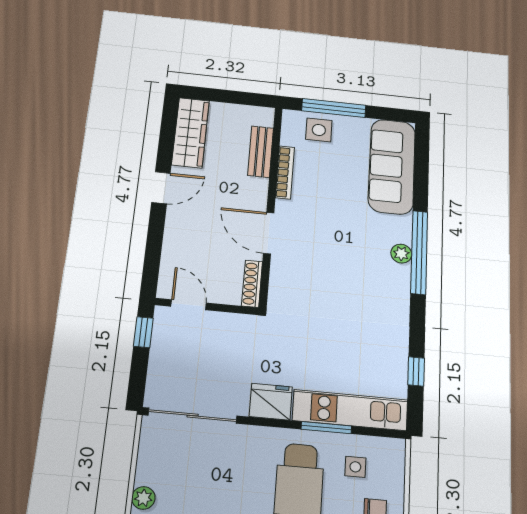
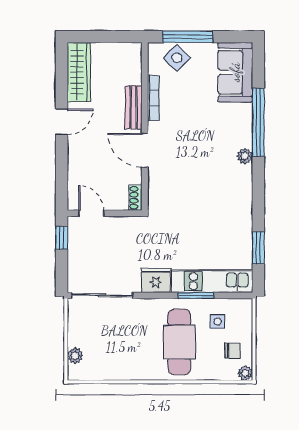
side table: (319, 130) -> (177, 58), turned 45
bench: (261, 152) -> (133, 107), moved
sofa: (392, 166) -> (235, 72), width x0.73
window: (419, 252) -> (258, 122), moved
shoe rack: (252, 284) -> (136, 198), width x0.70
window: (416, 371) -> (258, 248), width x1.50

